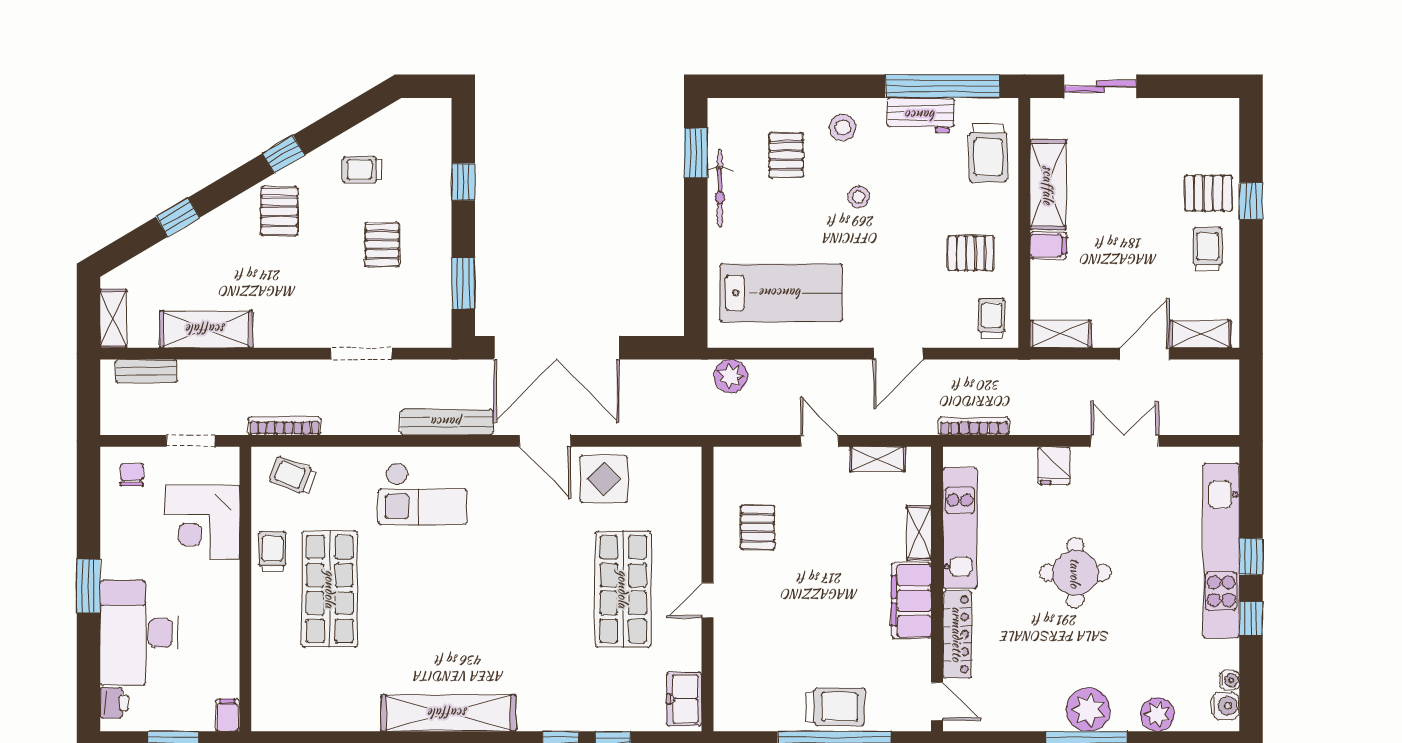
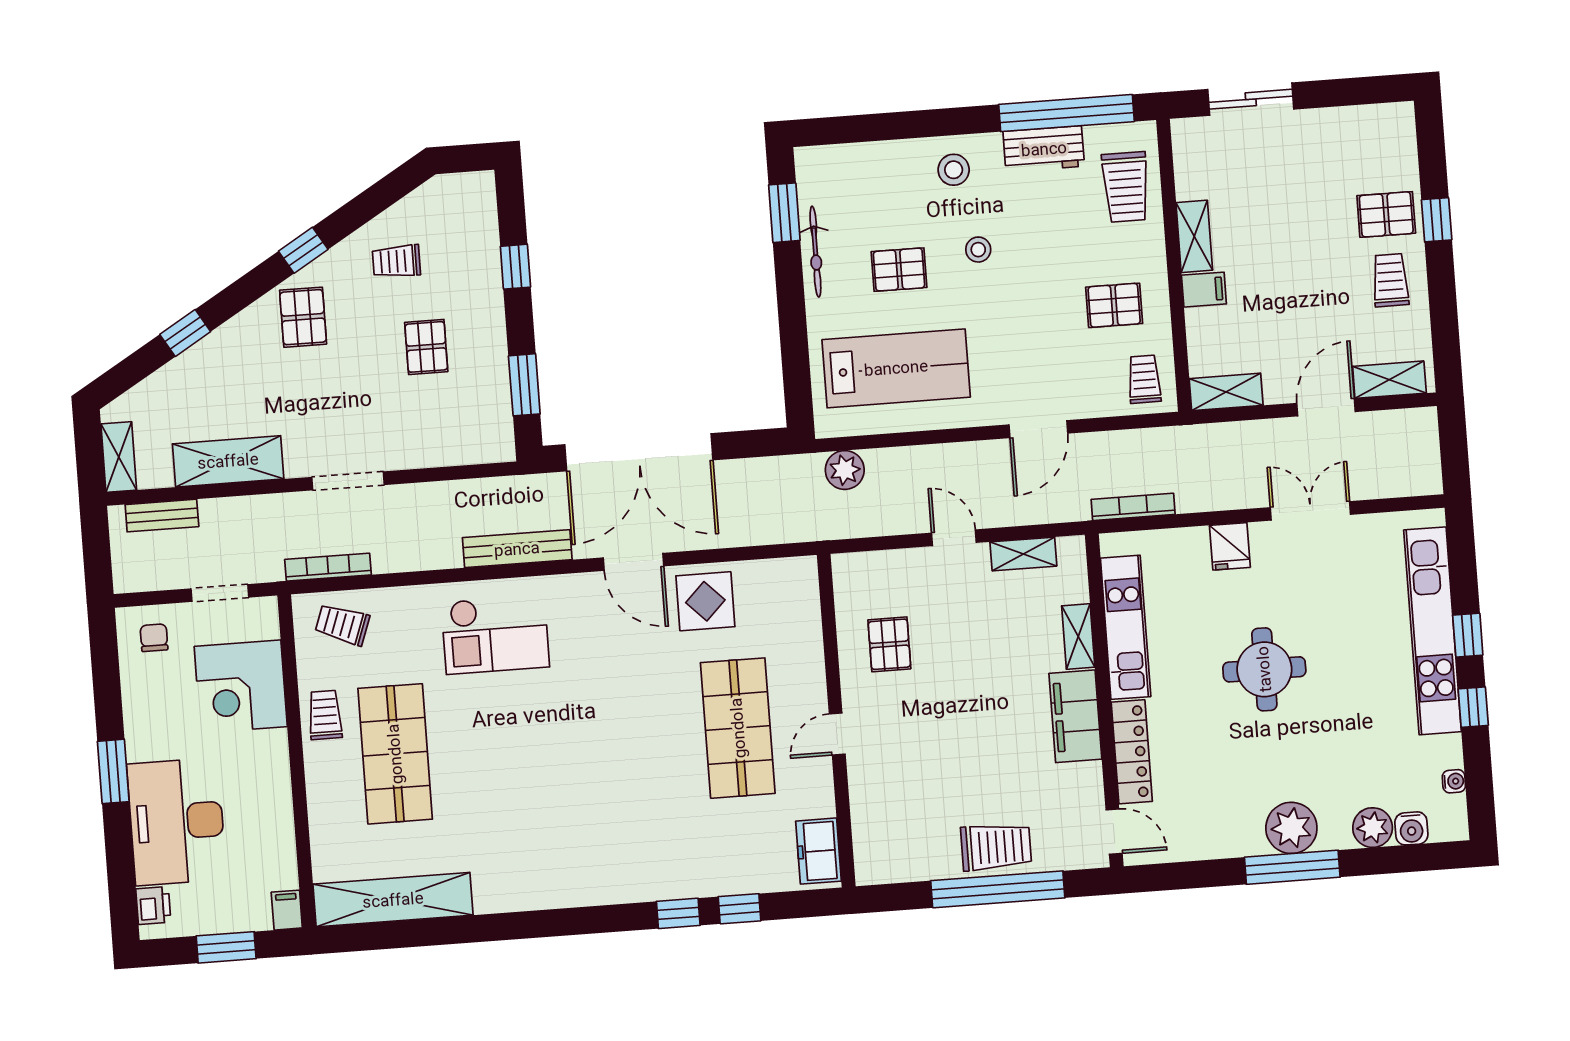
pallet: (786, 155) -> (899, 270), moved, turned 90
shelving: (1048, 185) -> (1194, 236), width x0.67, depth x0.75
doorway: (361, 354) -> (348, 481), moved
water cooler: (1226, 706) -> (1411, 828), moved, turned 90
shelving: (448, 713) -> (393, 900), moved

